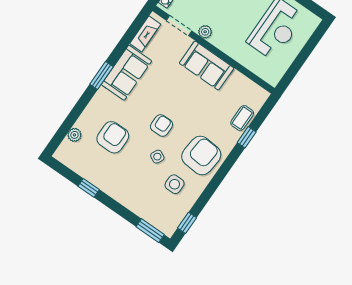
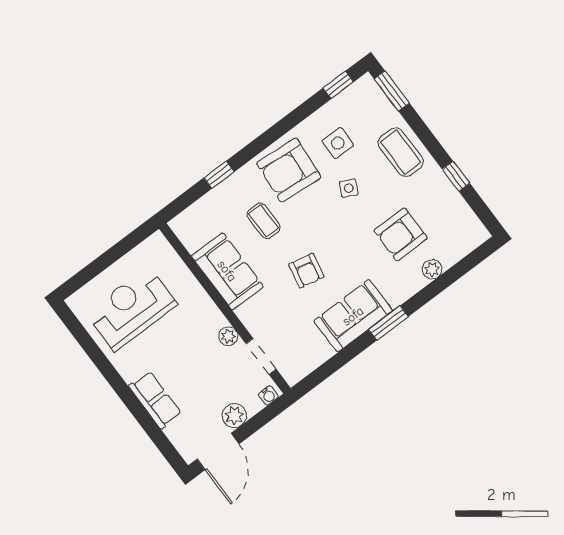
fireplace: (145, 34) -> (310, 360), removed
sofa: (207, 66) -> (227, 271), moved
coffee table: (242, 118) -> (264, 221), moved, turned 90
armchair: (162, 126) -> (306, 271), moved, turned -78
plant: (74, 135) -> (432, 269), moved
coffee table: (131, 192) -> (401, 152), added

